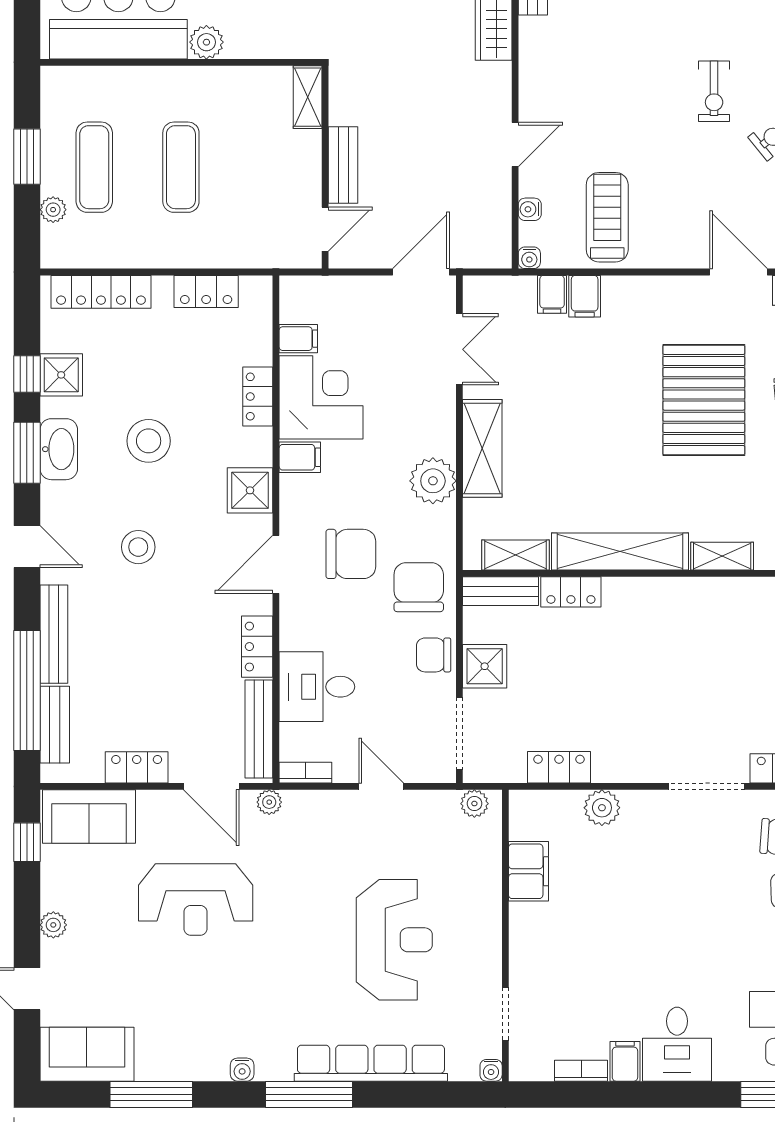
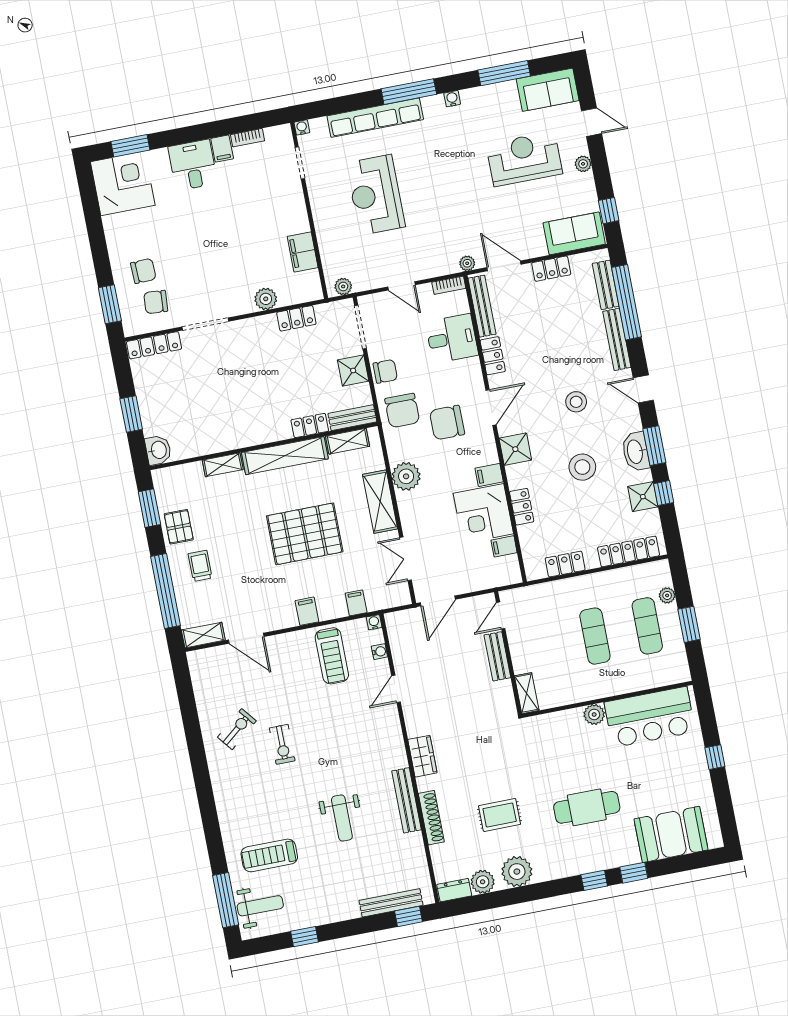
exercise bike: (714, 91) -> (282, 744), turned 180
filing cabinet: (585, 296) -> (307, 611), moved
pallet: (704, 400) -> (305, 534), moved, turned 90
reception desk: (196, 900) -> (524, 159), moved

